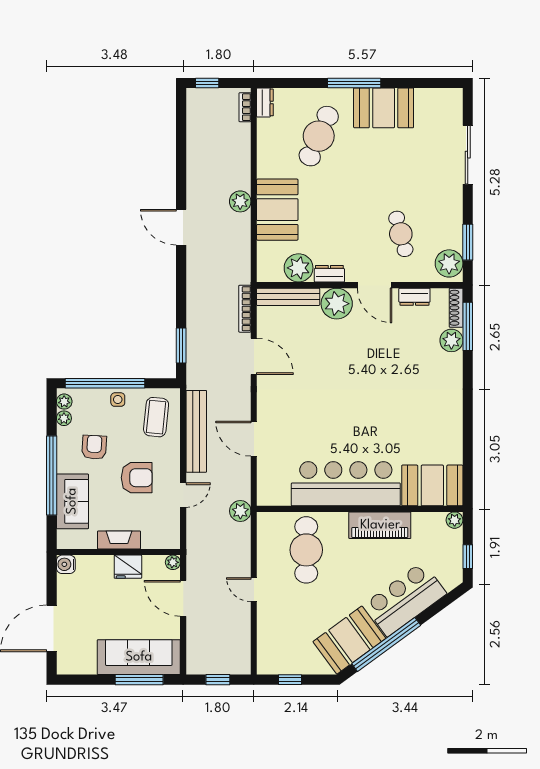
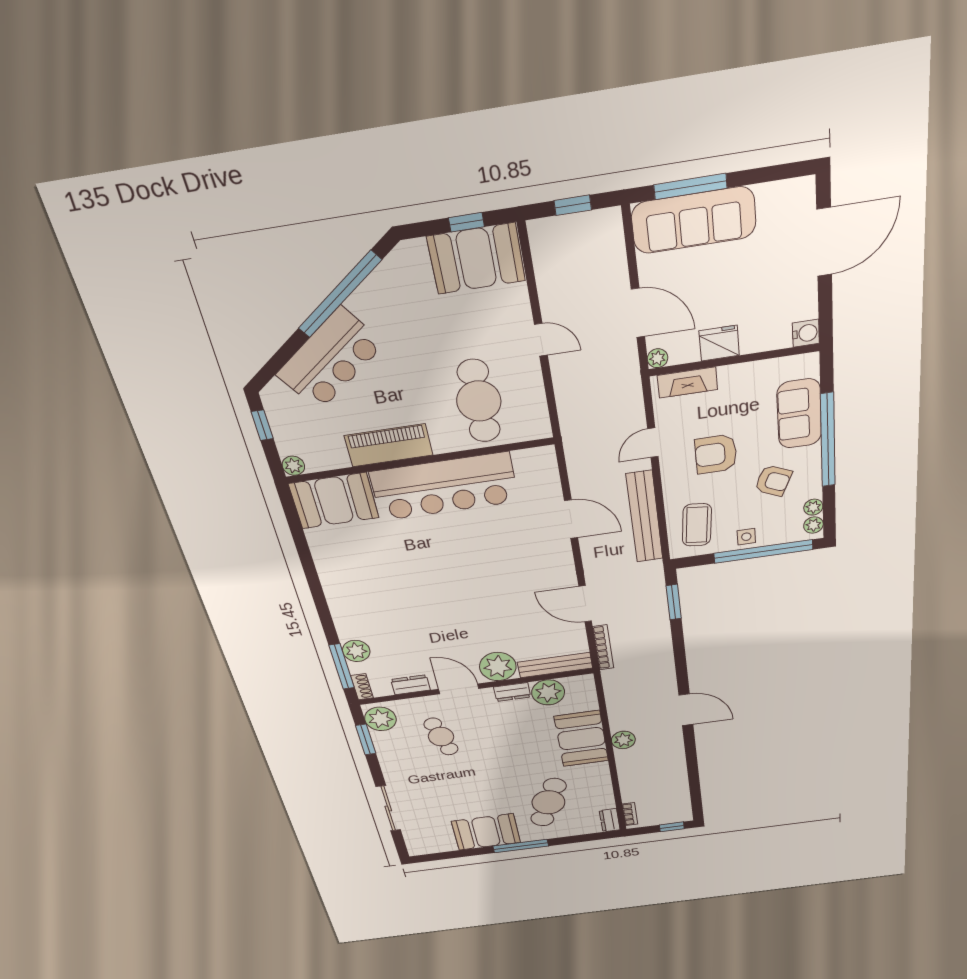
shoe rack: (456, 308) -> (362, 687), width x0.70
armchair: (94, 447) -> (773, 481), turned -69
plant: (240, 511) -> (575, 435), removed
fireplace: (119, 540) -> (687, 382), moved
booth: (349, 640) -> (476, 259), moved, turned 36

